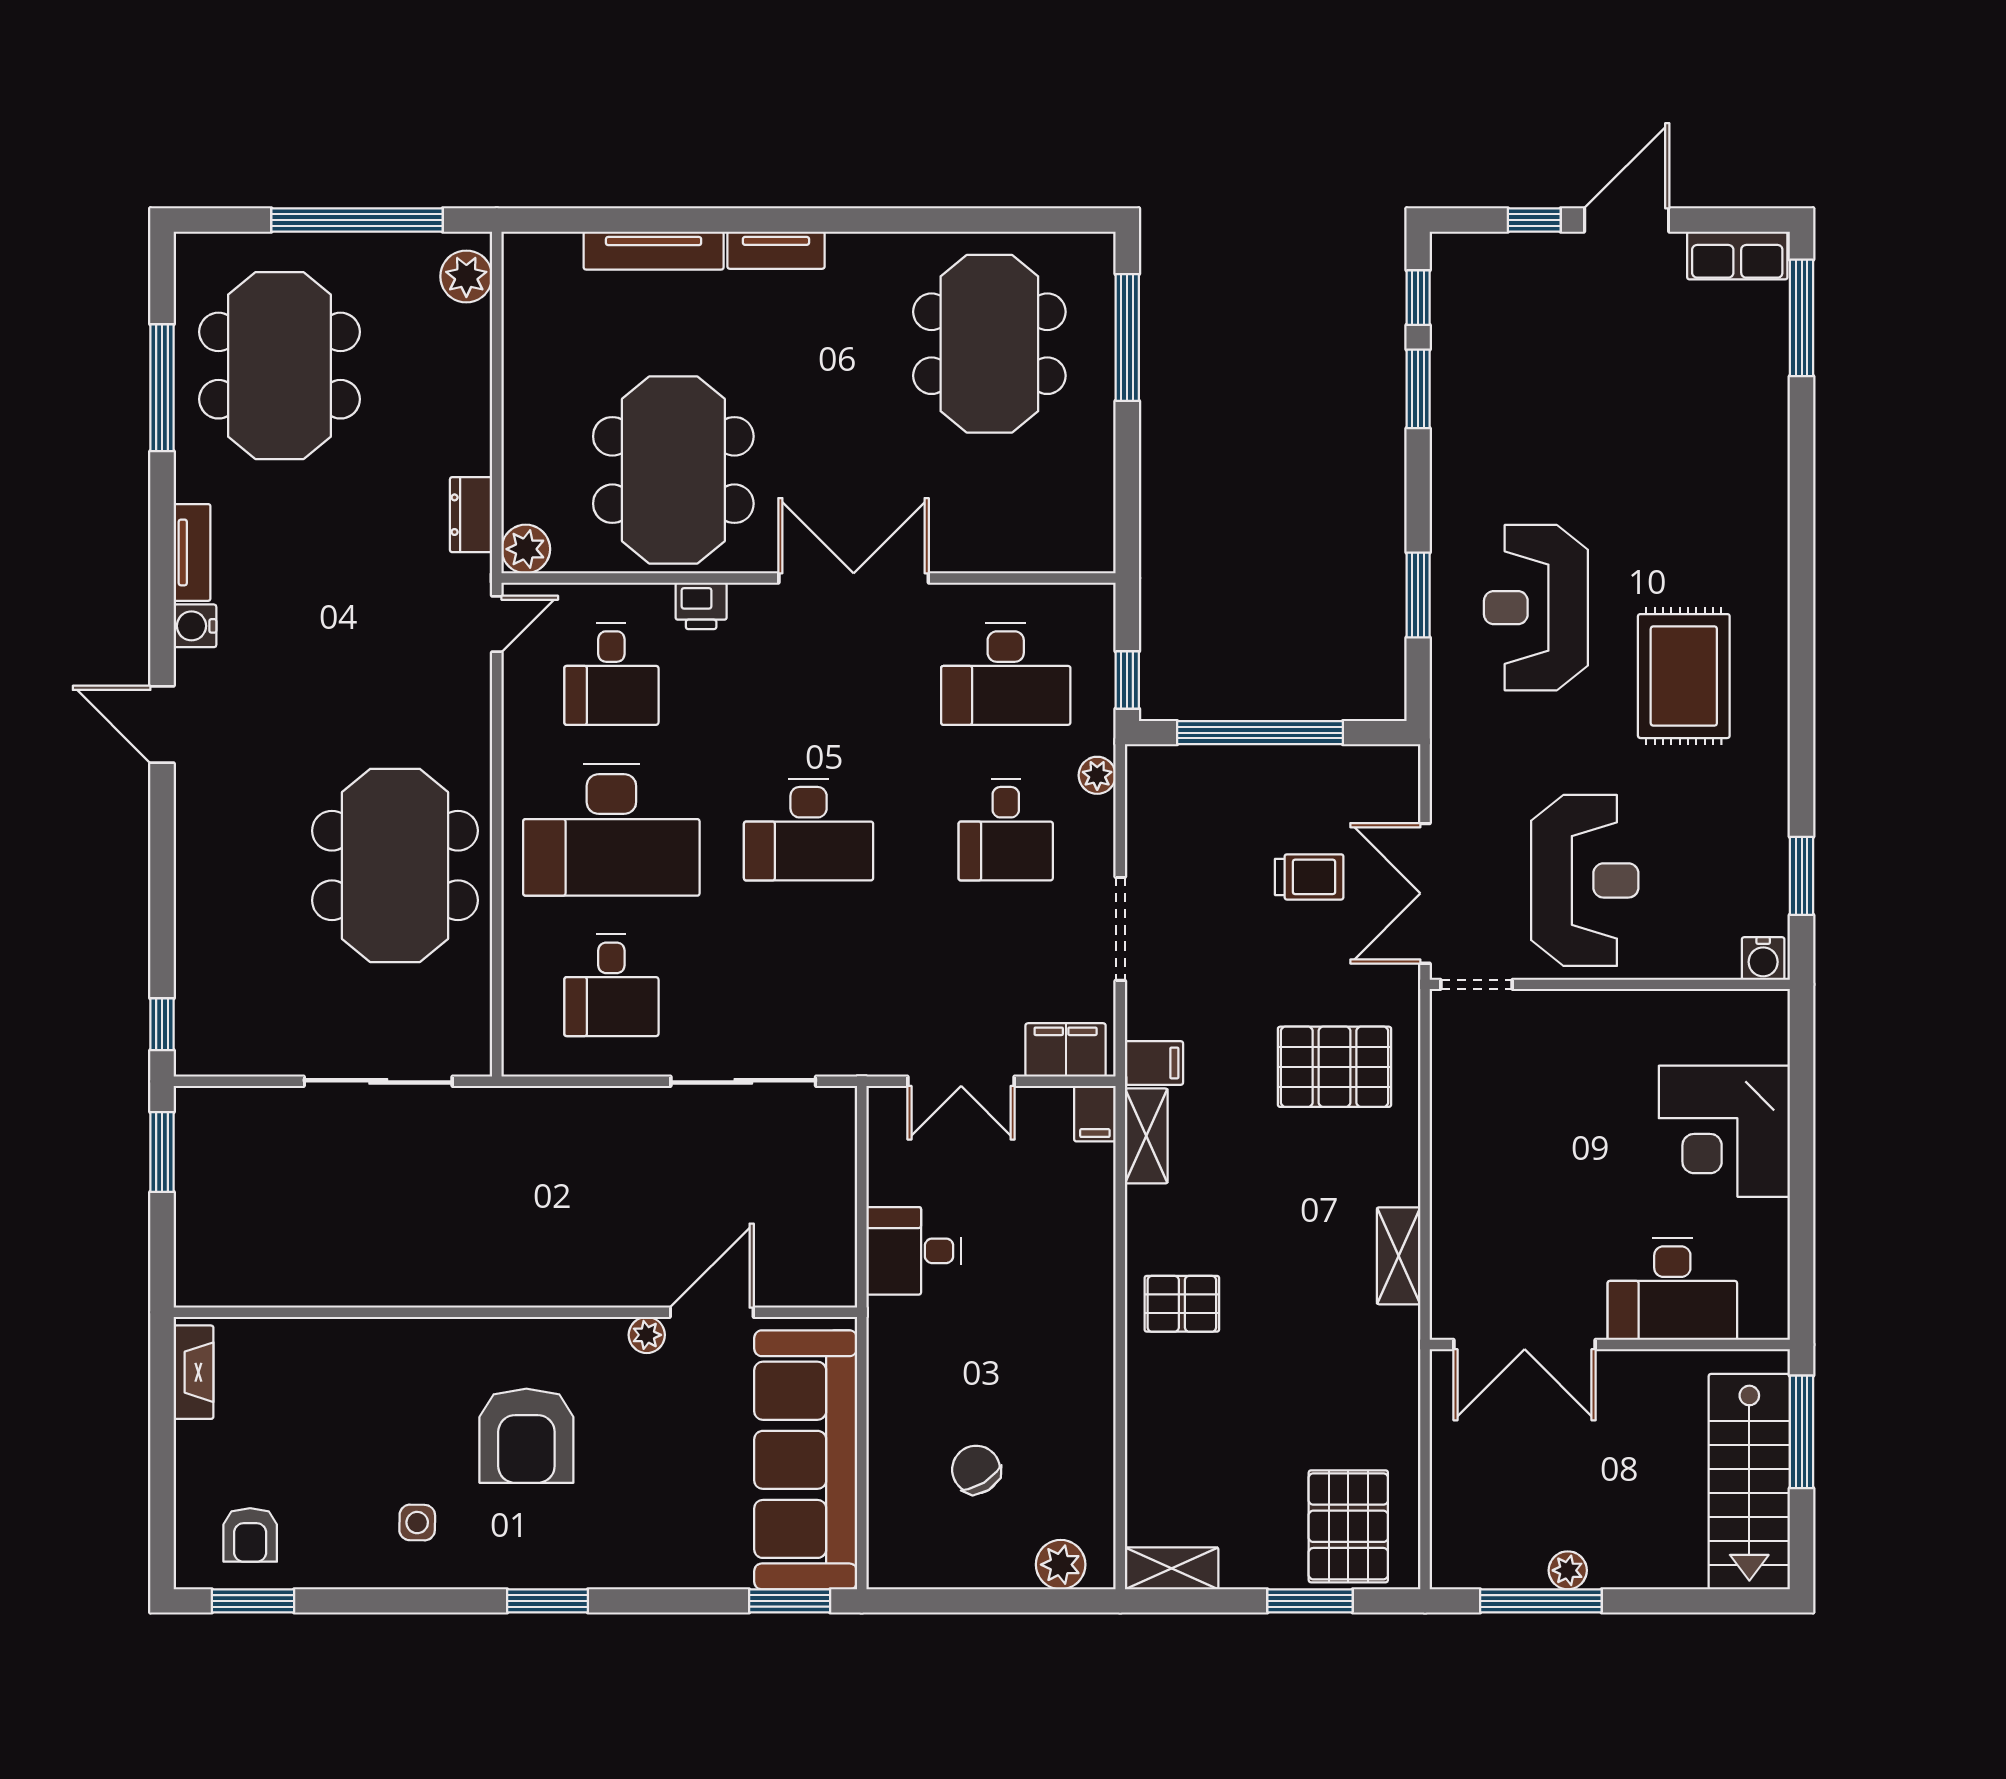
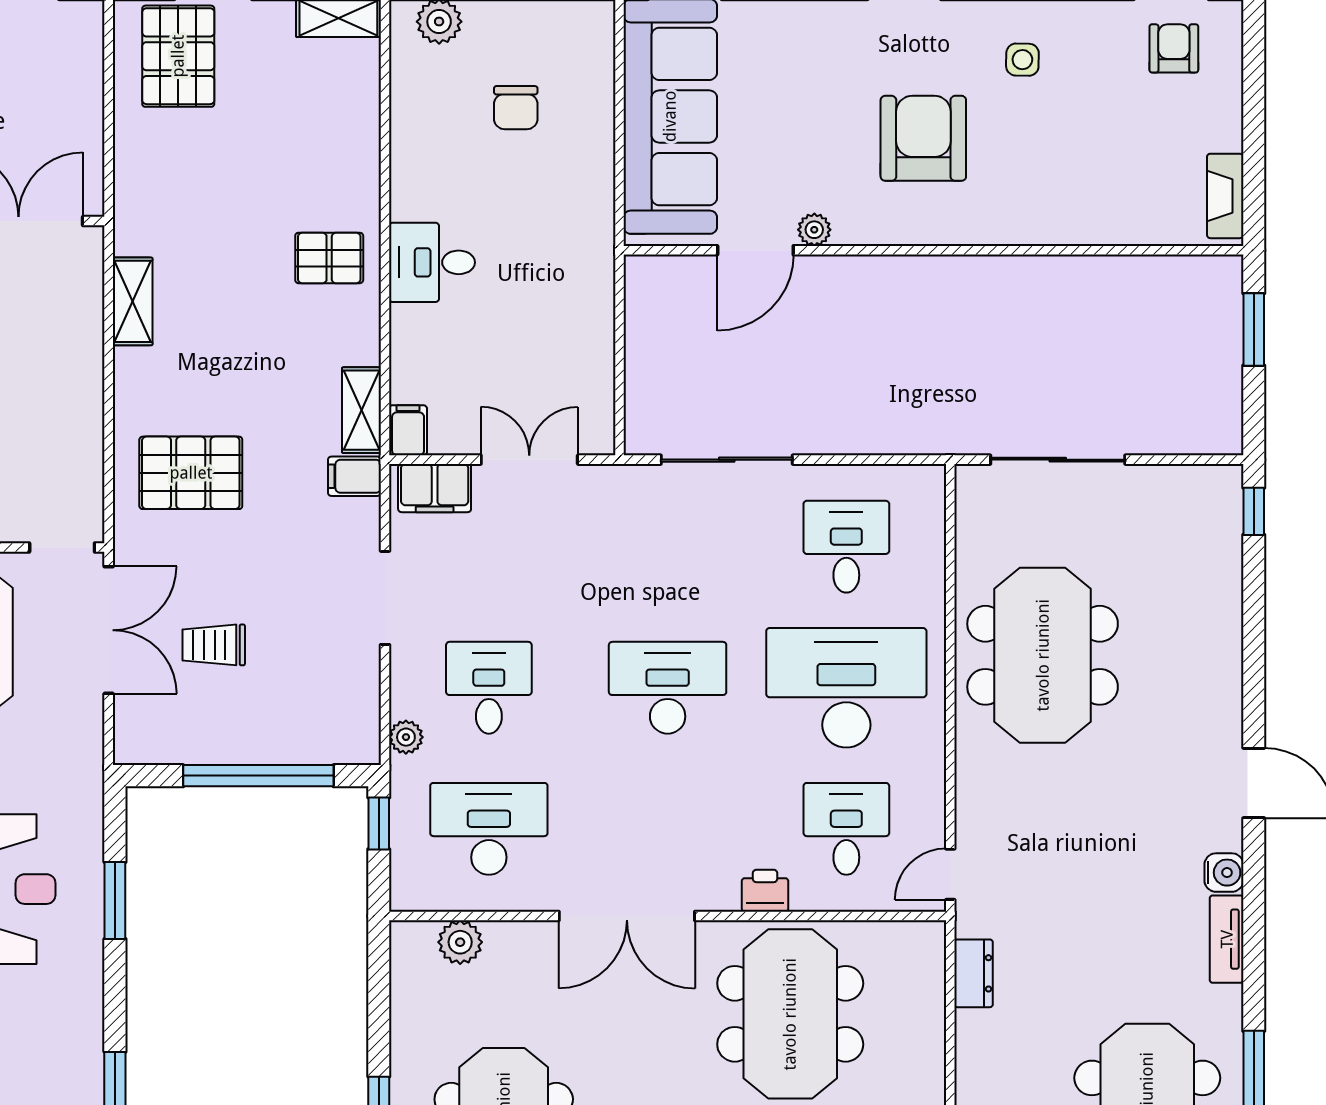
plant: (526, 549) -> (460, 942), moved
window: (162, 1152) -> (1254, 329), moved
desk: (914, 1251) -> (432, 262), moved, turned 180
chair: (976, 1470) -> (516, 108), turned 32

